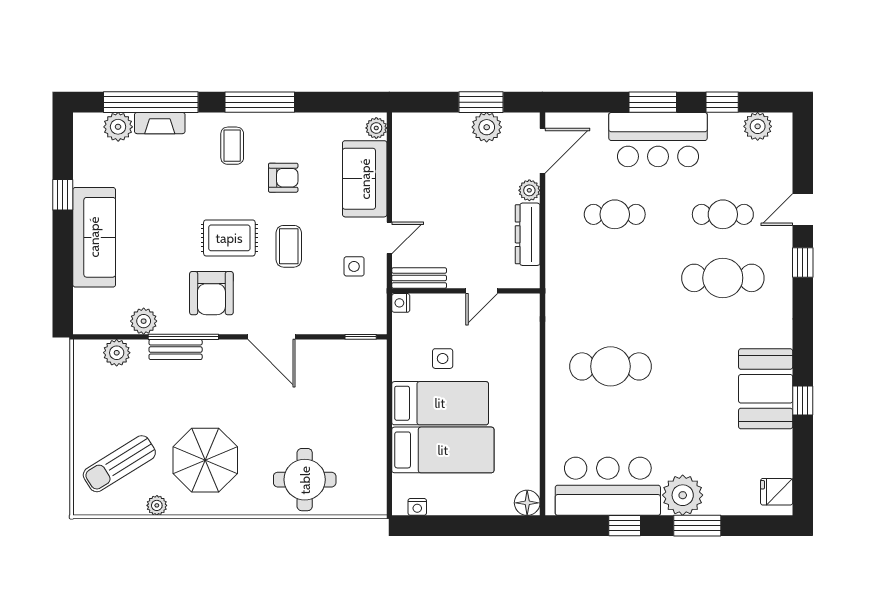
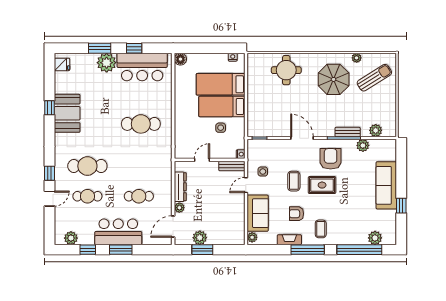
fireplace: (160, 123) -> (289, 240), moved

